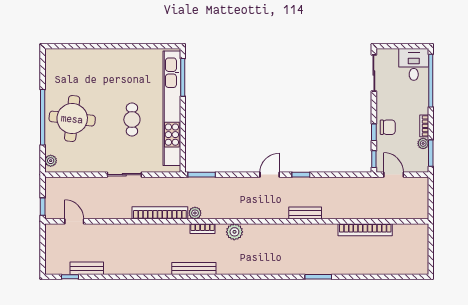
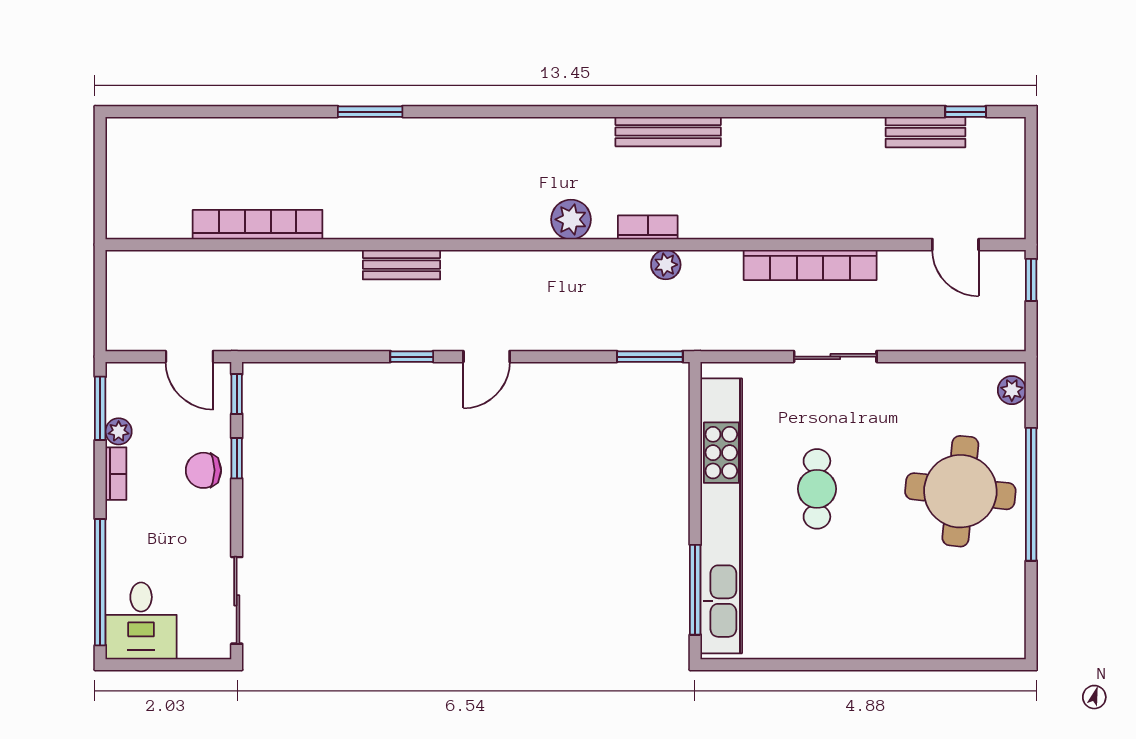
bookcase: (160, 213) -> (810, 265), moved

